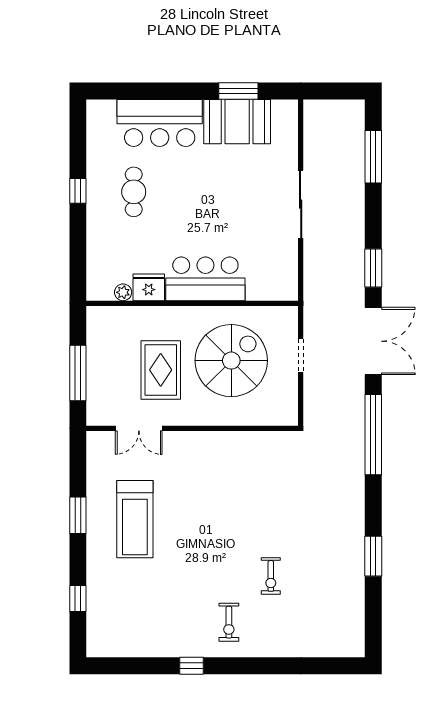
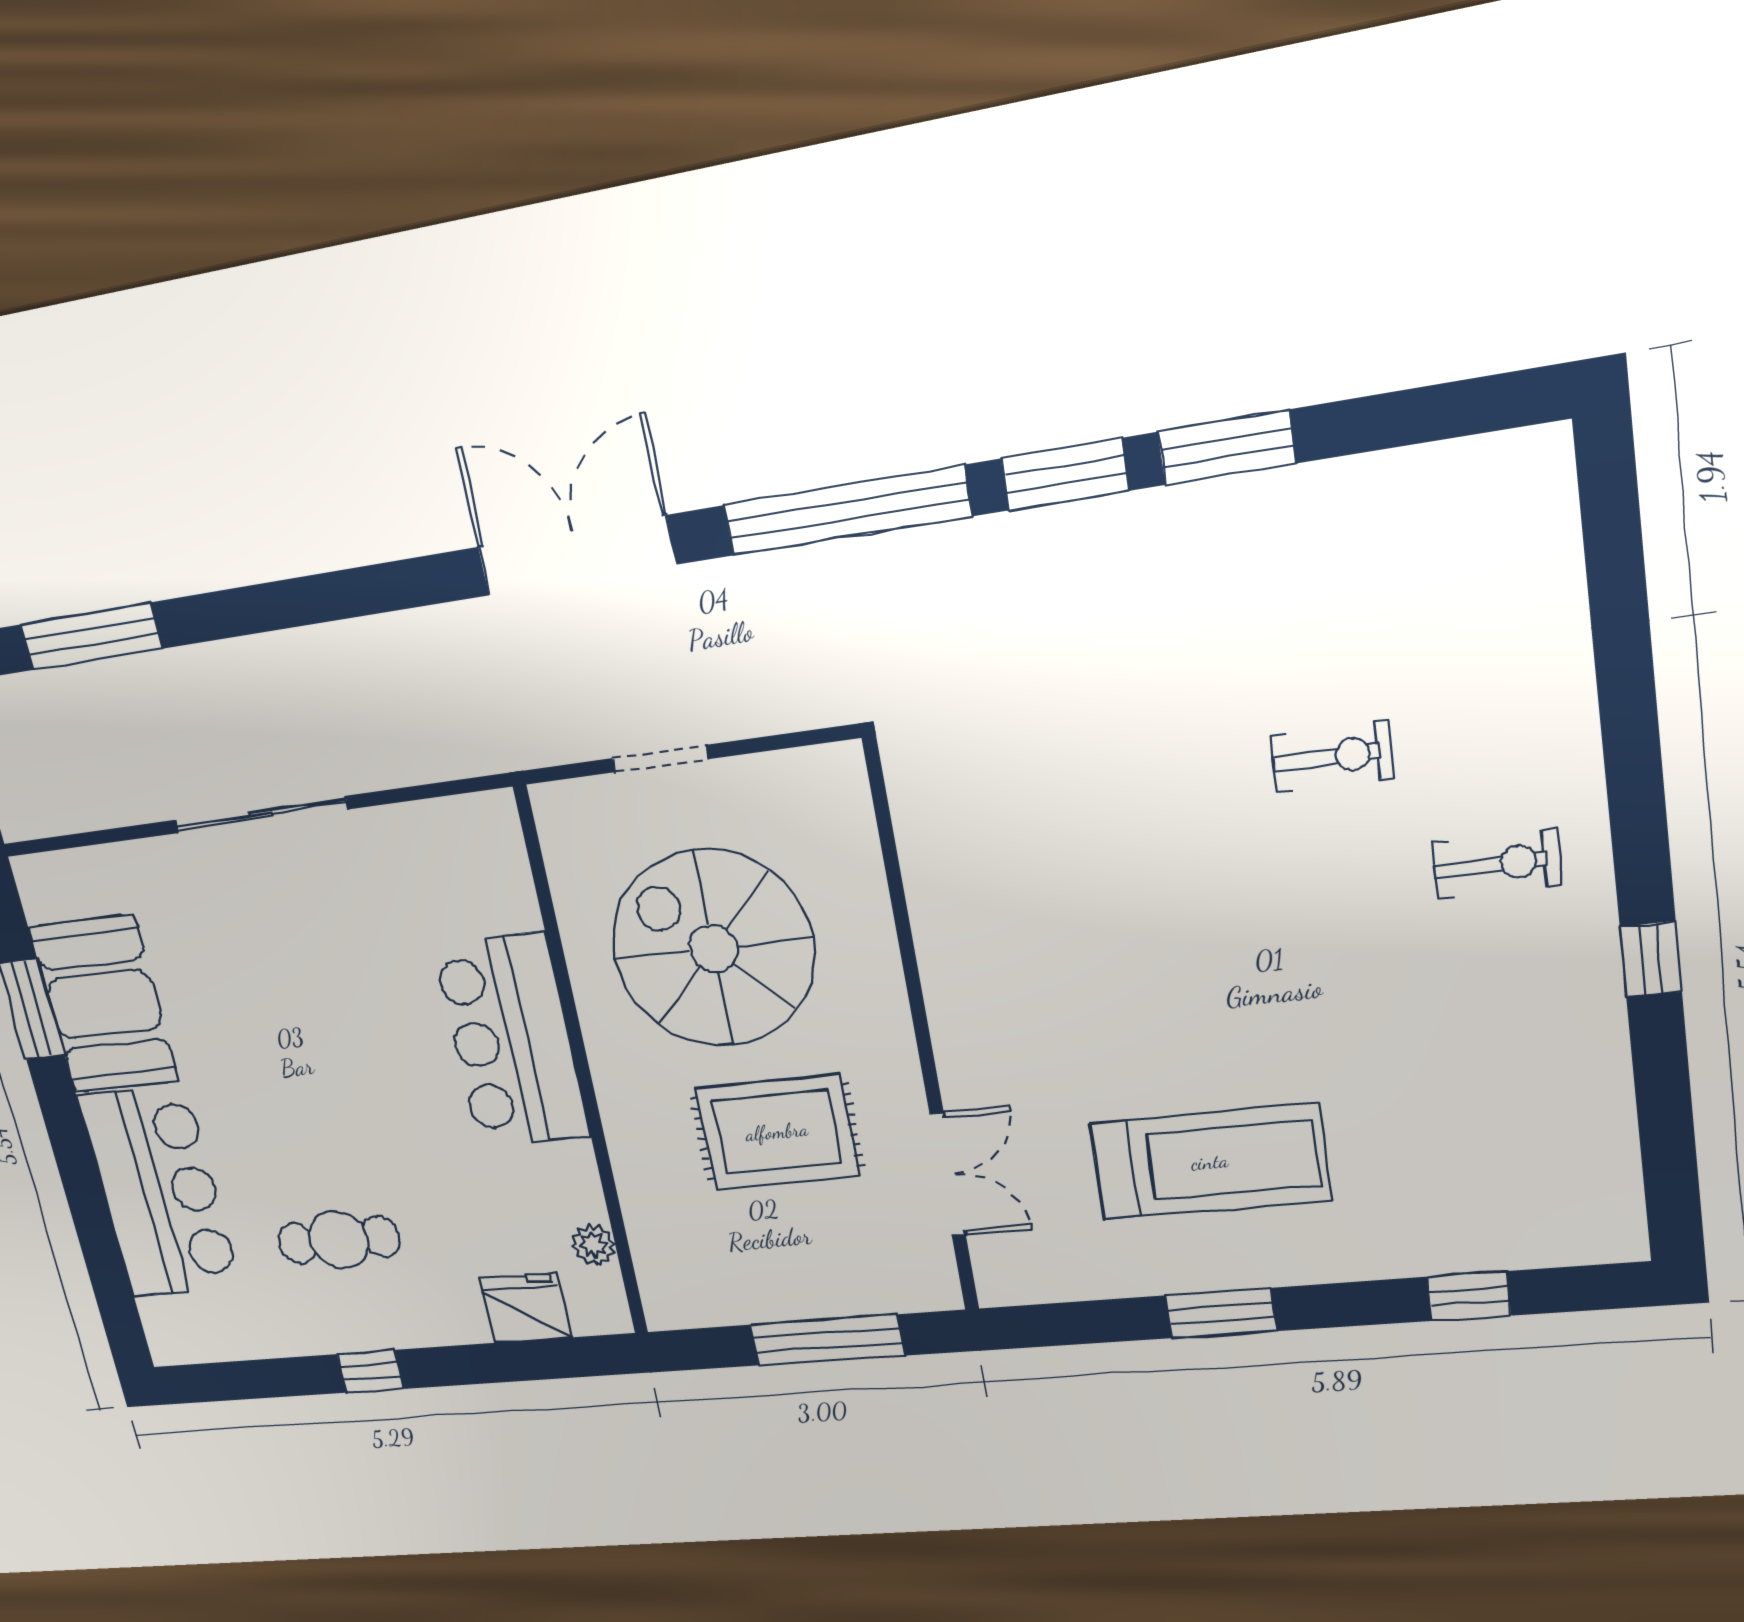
window: (373, 268) -> (1065, 474), moved
fridge: (149, 287) -> (525, 1308), moved, turned 90

